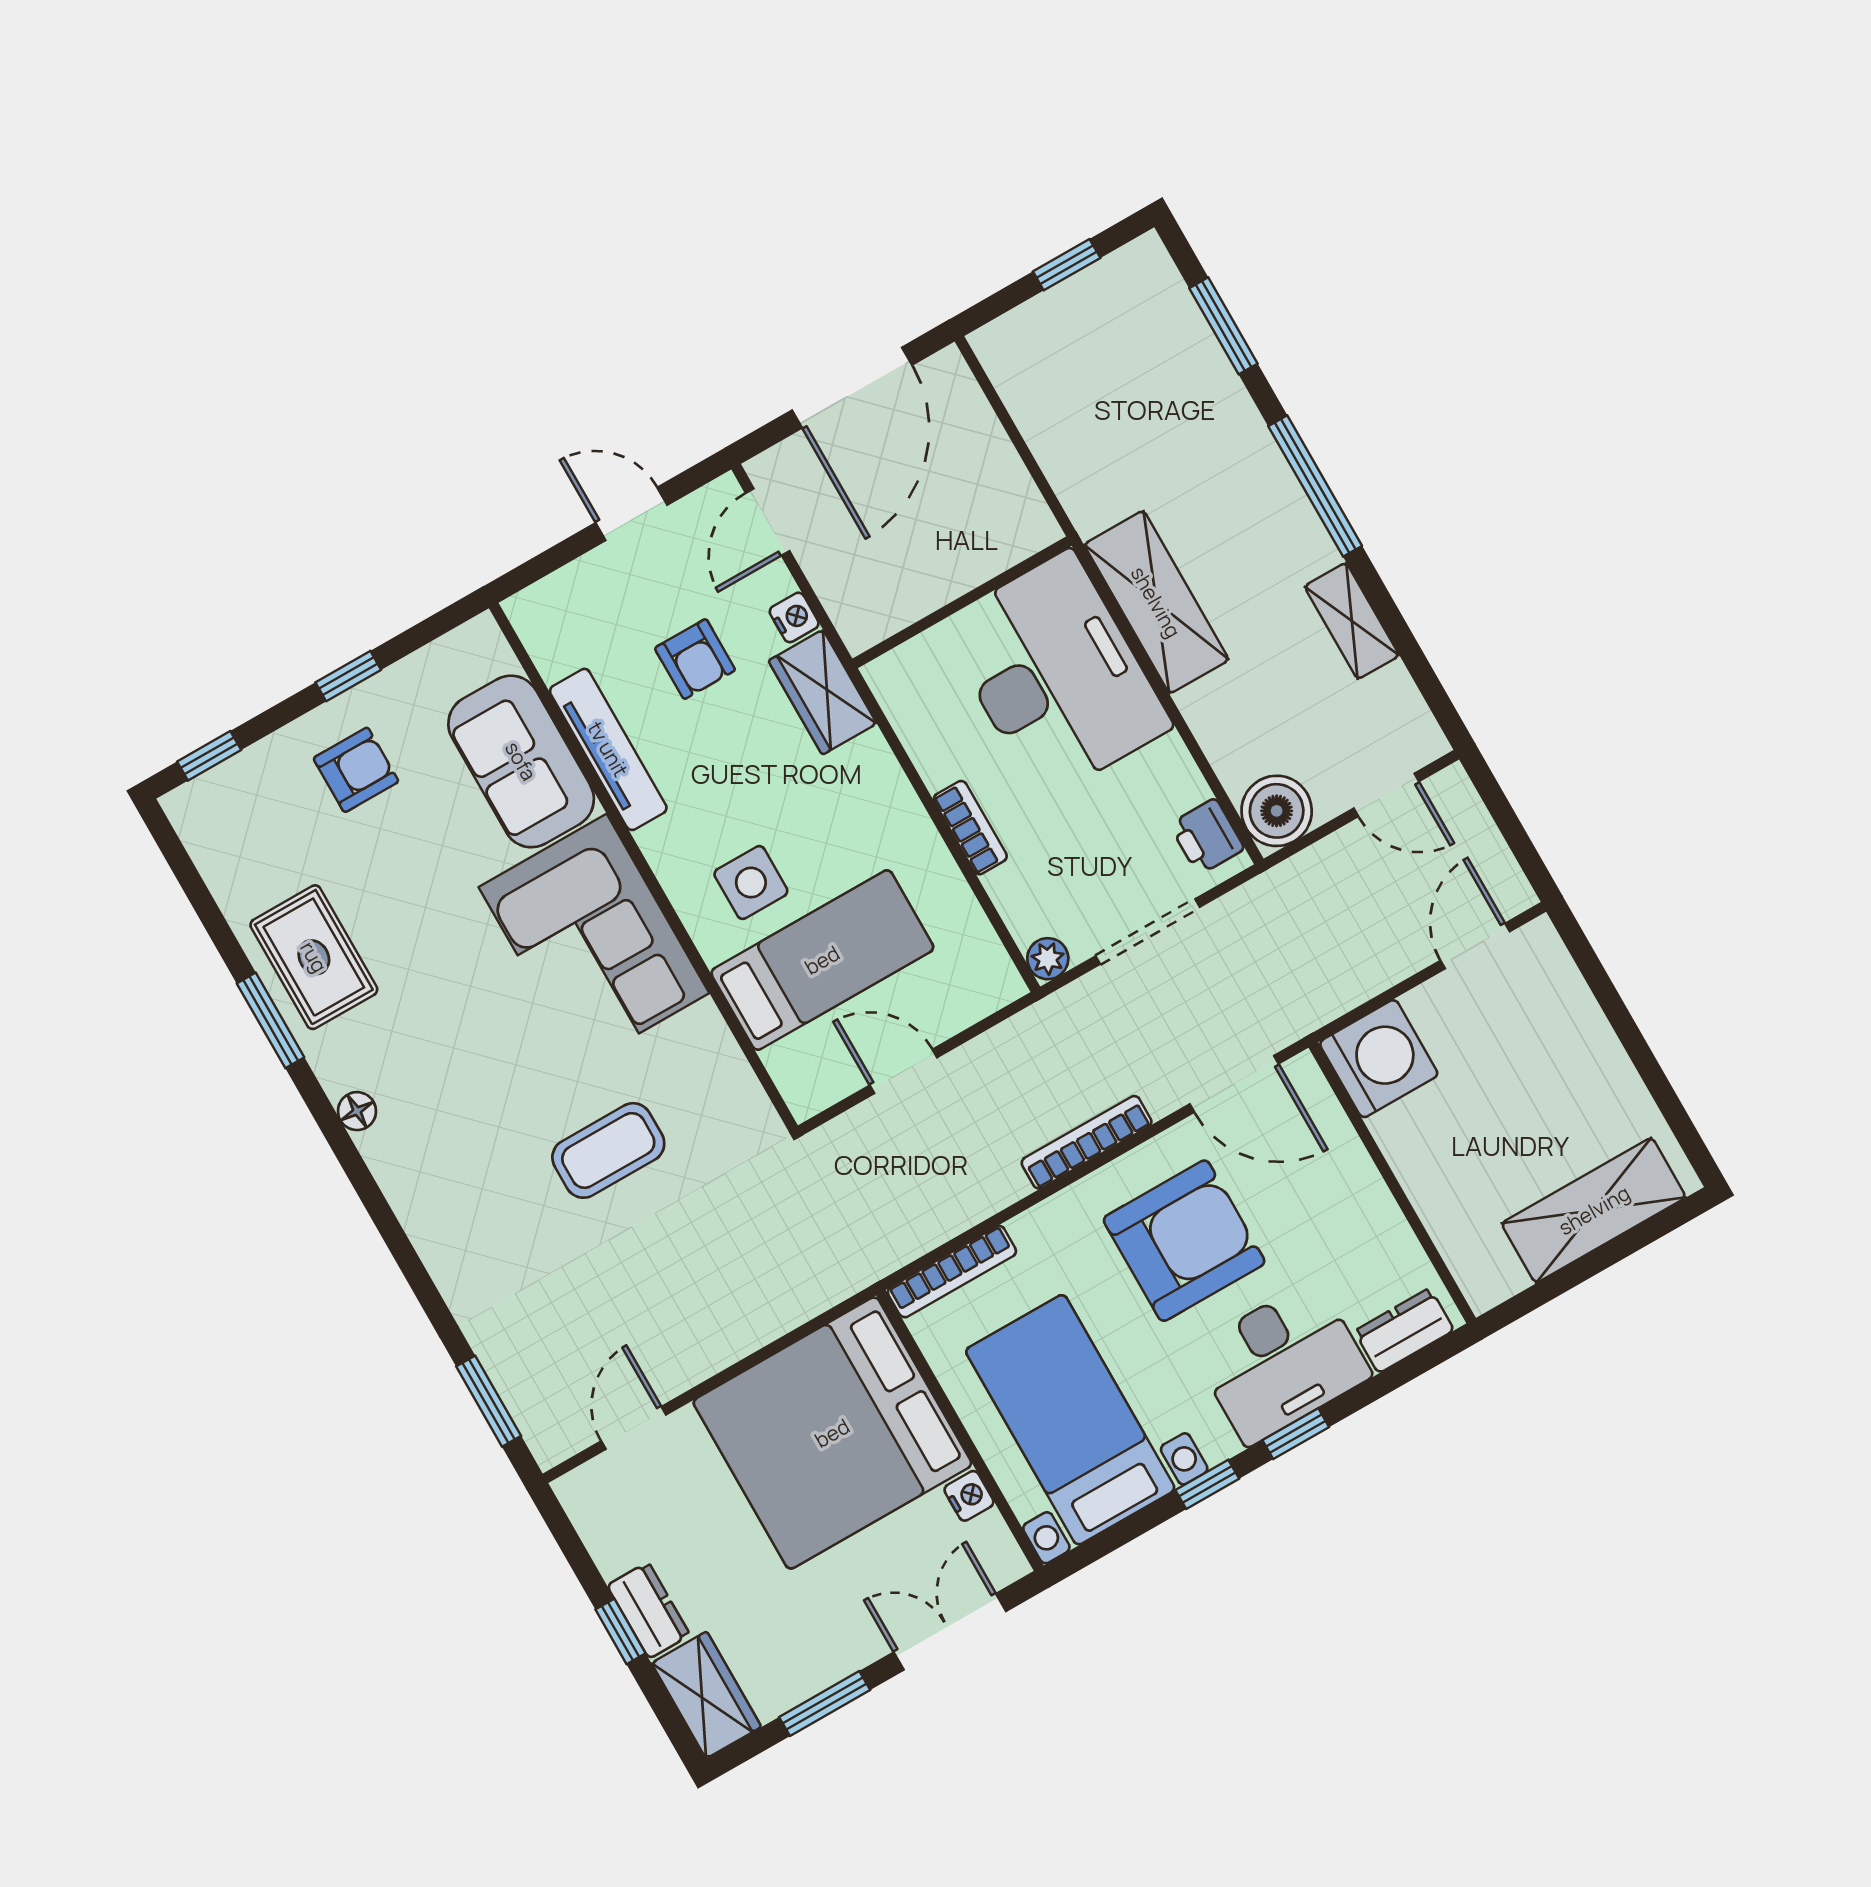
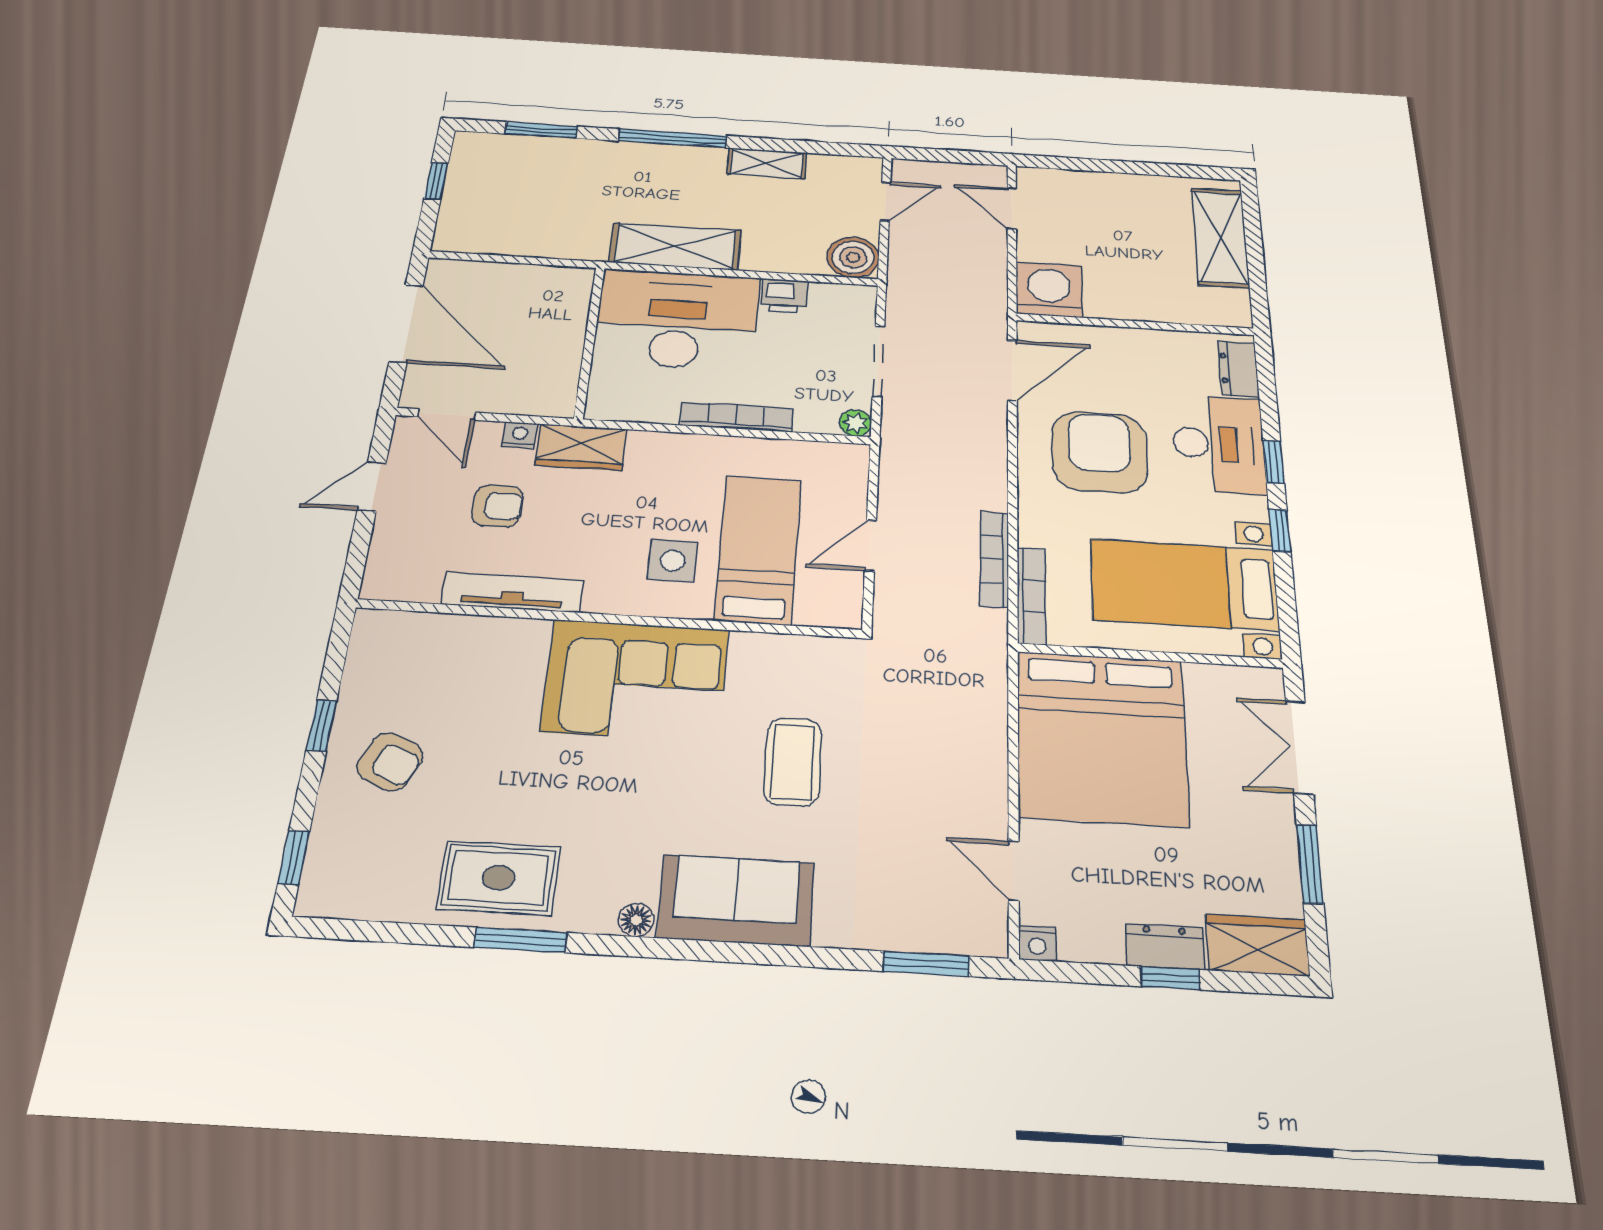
sofa: (521, 761) -> (736, 900), moved, turned 180
armchair: (356, 770) -> (390, 762), turned 114
bookcase: (970, 828) -> (736, 417), width x1.56
printer: (1207, 837) -> (784, 296), moved
bookcase: (1087, 1142) -> (994, 559), moved
nightstand: (969, 1496) -> (1037, 944), moved, turned 180

